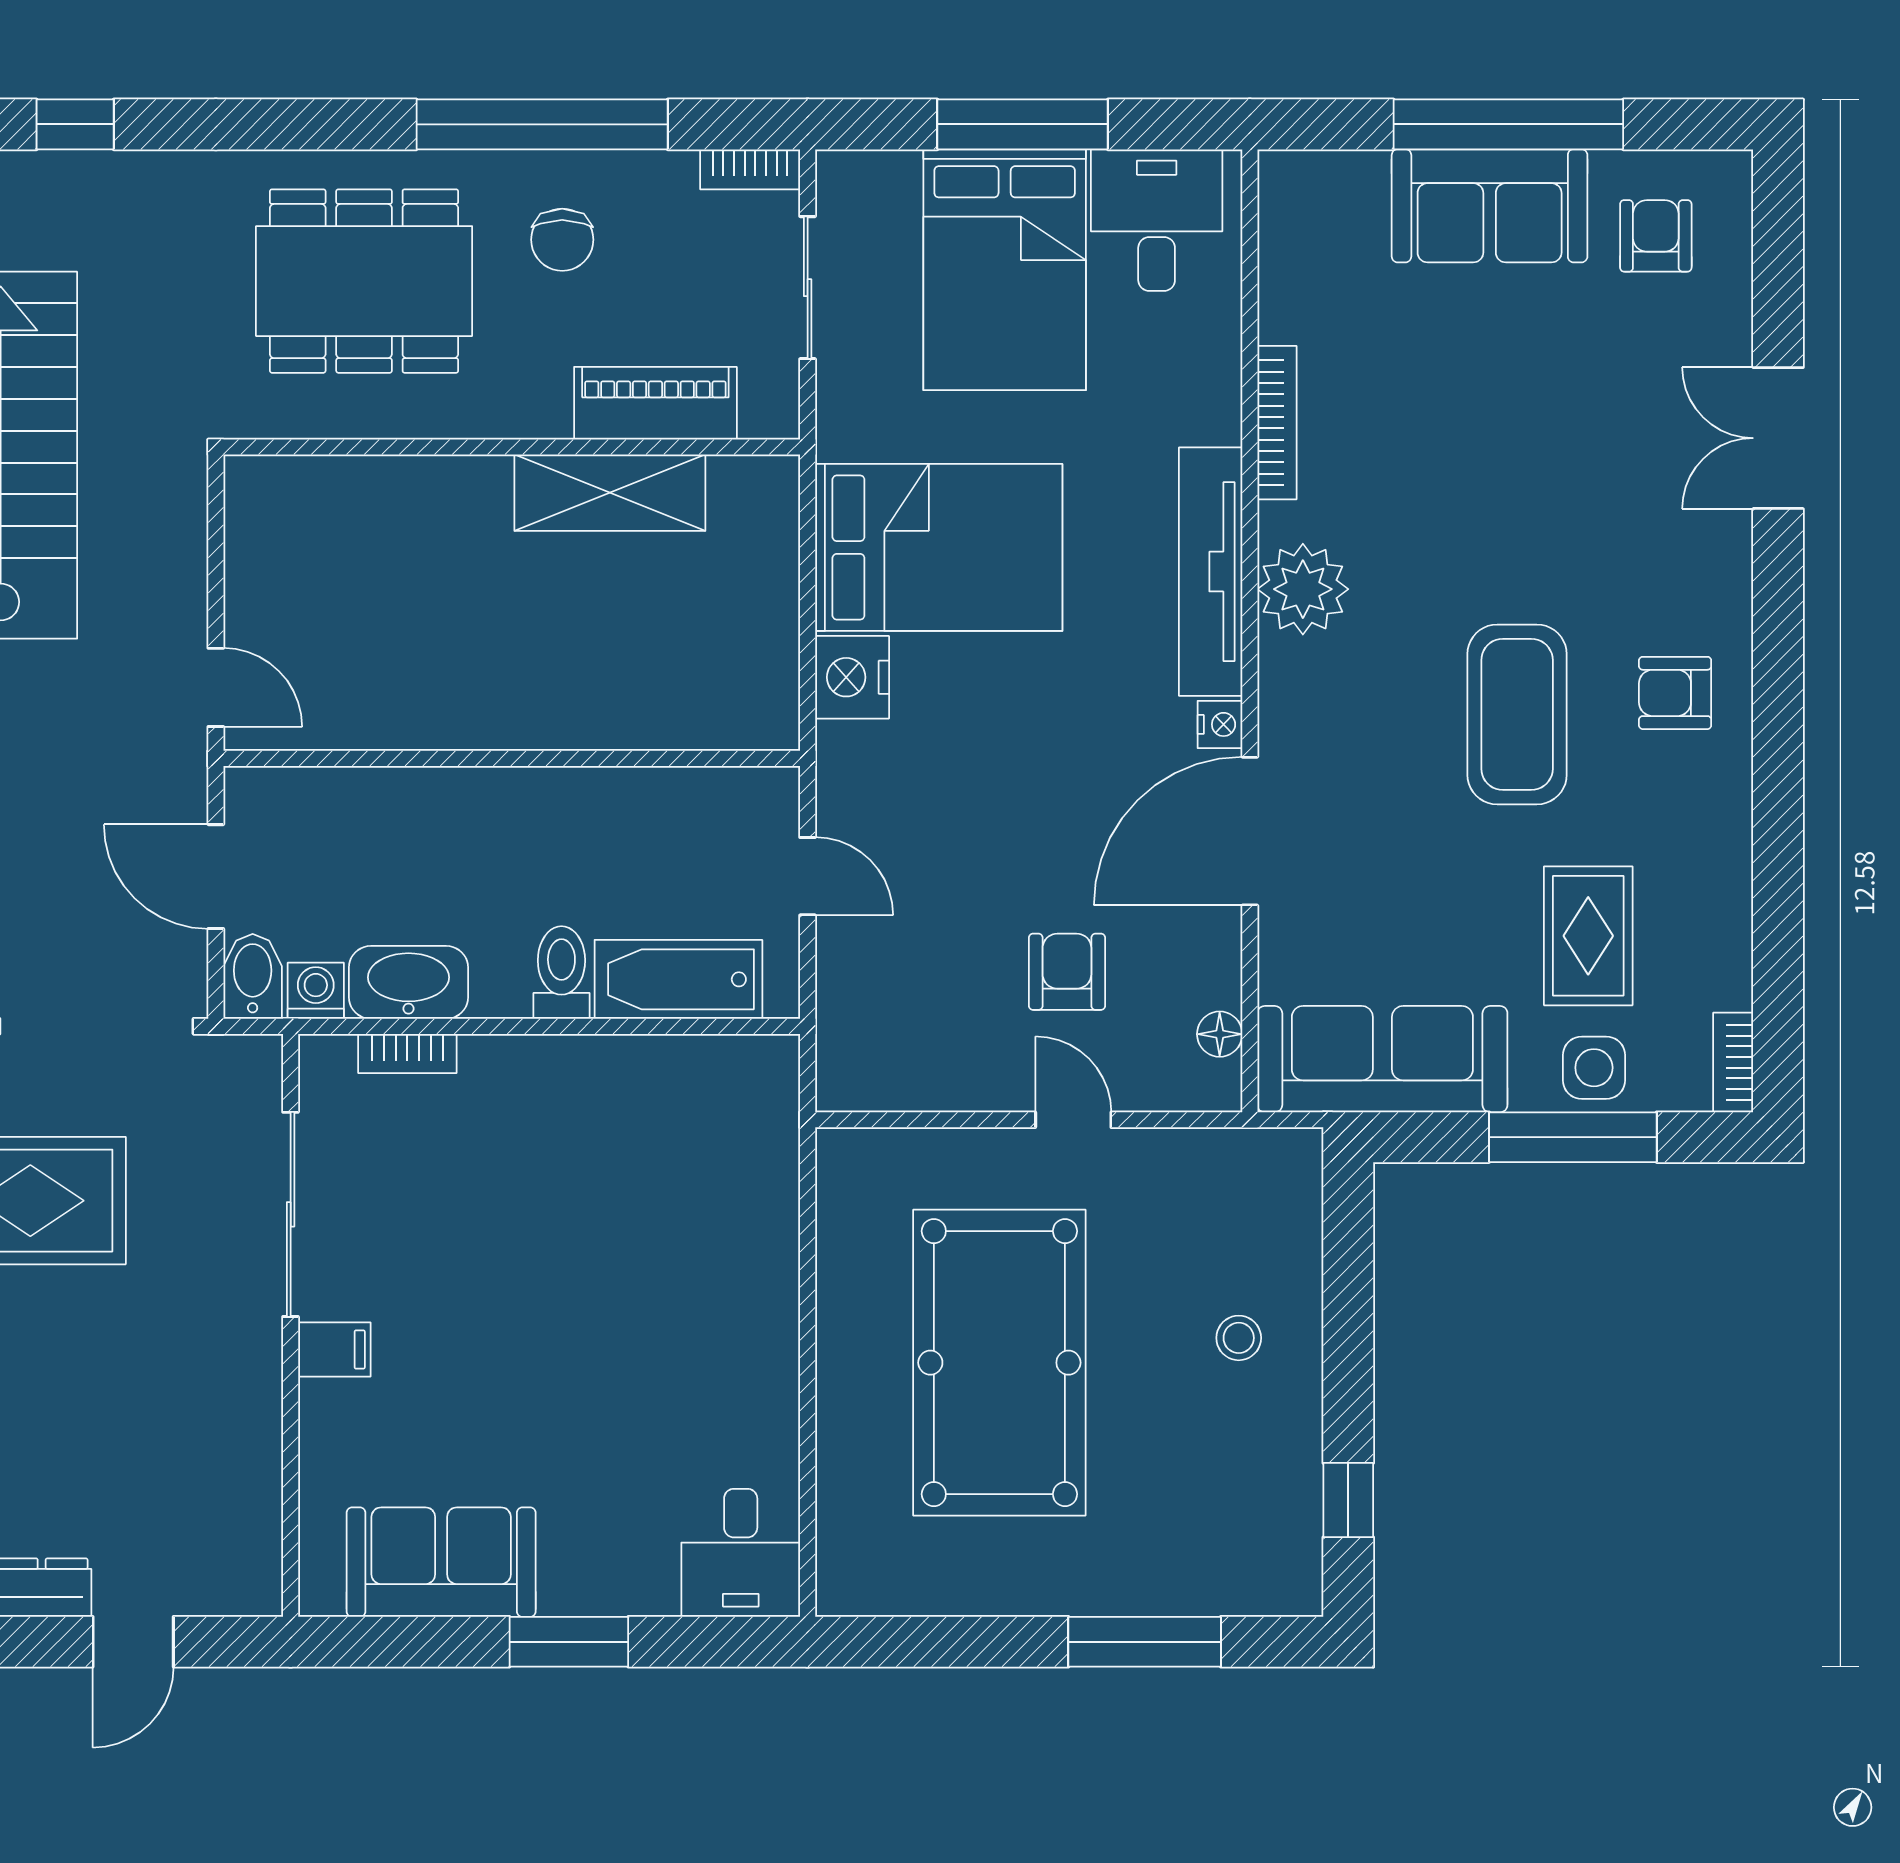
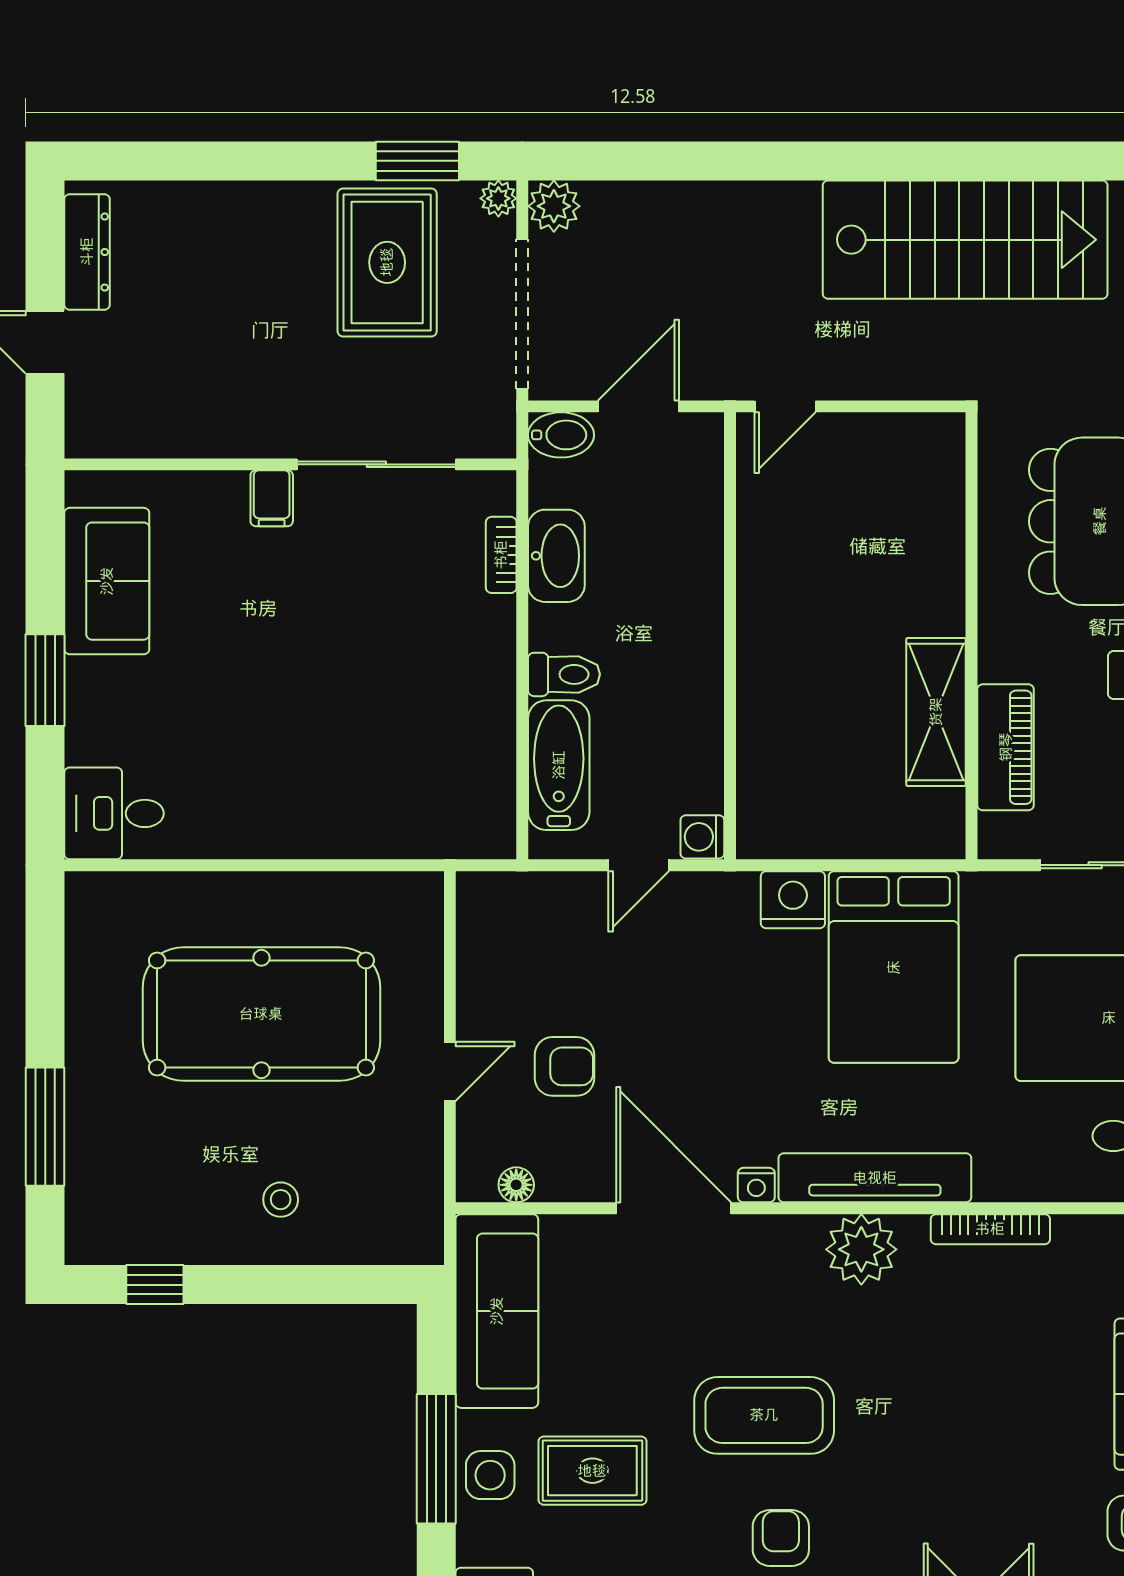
washing machine: (316, 991) -> (702, 837), moved, turned 180

